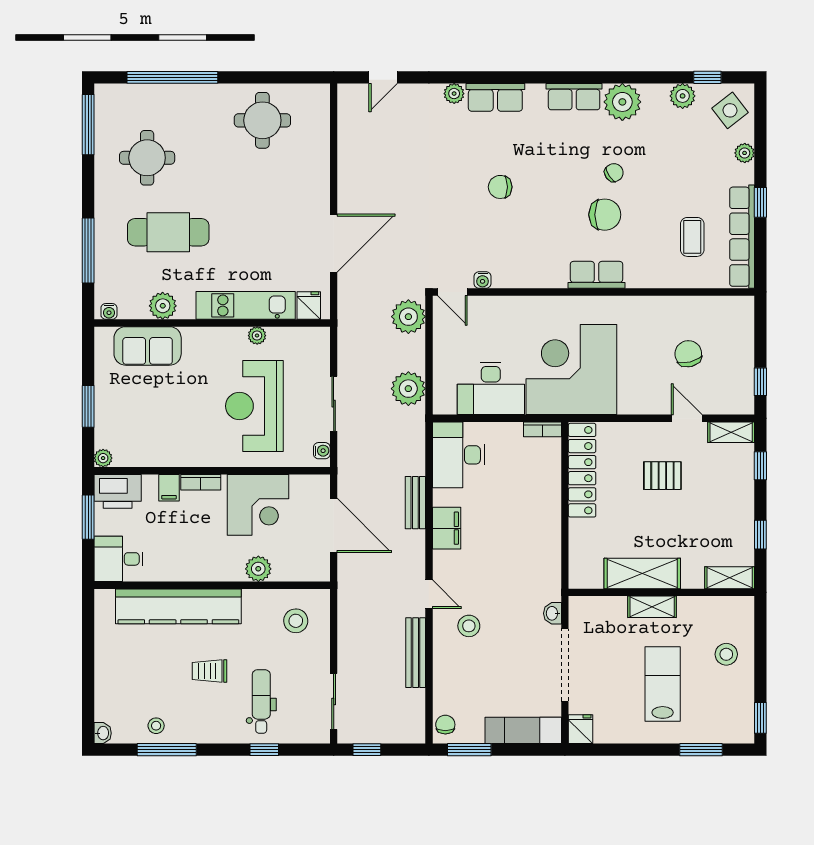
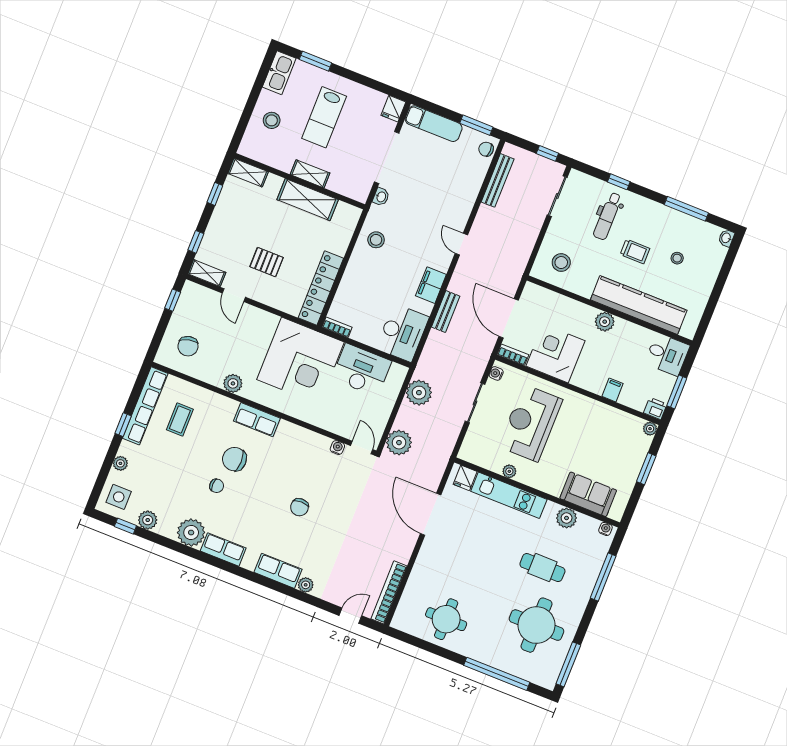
side table: (730, 110) -> (119, 497), turned 38
bookcase: (347, 125) -> (389, 592), added
round table: (147, 158) -> (537, 625), width x1.36, depth x1.36
chair: (614, 173) -> (217, 486), turned -146
chair: (500, 187) -> (299, 507), turned 90
cafe table: (168, 232) -> (542, 568), width x0.73, depth x0.74
door: (334, 243) -> (431, 514), hinge flipped
plant: (644, 308) -> (233, 383), added
chair: (688, 354) -> (188, 346), moved
reception desk: (254, 406) -> (531, 423), turned 180
bookcase: (201, 482) -> (513, 355), moved
printer: (118, 491) -> (655, 409), width x0.53, depth x0.68
plant: (258, 569) -> (605, 322), moved
stool: (469, 626) -> (376, 240), moved
bench: (416, 653) -> (498, 180), moved
kitchen sink: (740, 717) -> (279, 73), added
window: (760, 718) -> (266, 67), removed
chair: (445, 725) -> (486, 149), turned 90
stool: (156, 726) -> (677, 258), moved

